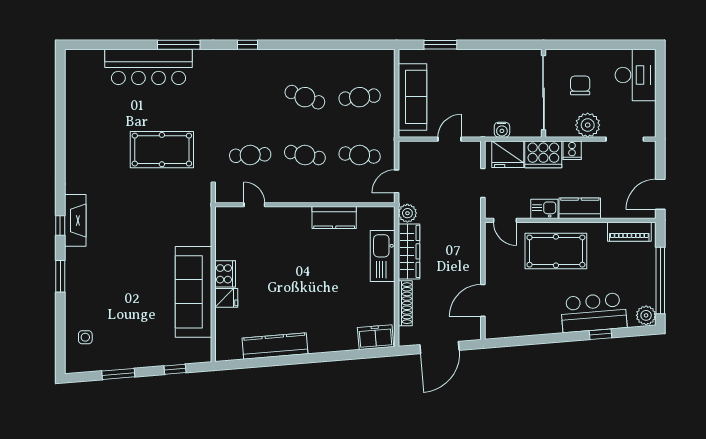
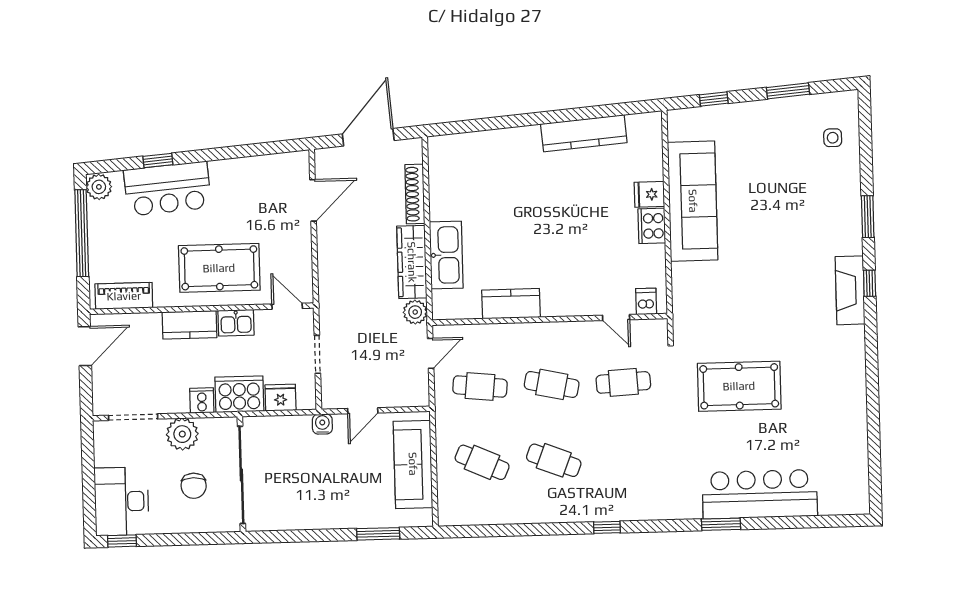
window: (179, 45) -> (721, 524), width x0.69
window: (248, 45) -> (607, 527), moved
window: (636, 45) -> (122, 541), added
cafe table: (360, 97) -> (482, 462), turned 30
water cooler: (502, 130) -> (322, 424), moved
fridge: (508, 154) -> (281, 398), width x0.73, depth x0.75
dishwasher: (231, 216) -> (646, 301), added
freezer: (376, 337) -> (452, 148), removed

